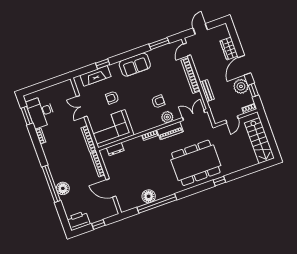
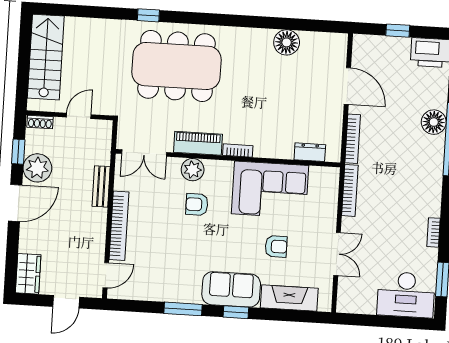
window: (159, 44) -> (183, 309), moved
wardrobe: (229, 48) -> (28, 274), moved
window: (103, 64) -> (236, 312), moved
sofa: (135, 65) -> (231, 289), moved
desk: (41, 112) -> (406, 295), moved, turned 90
corner sofa: (111, 129) -> (270, 190), moved
window: (157, 203) -> (277, 23), removed

